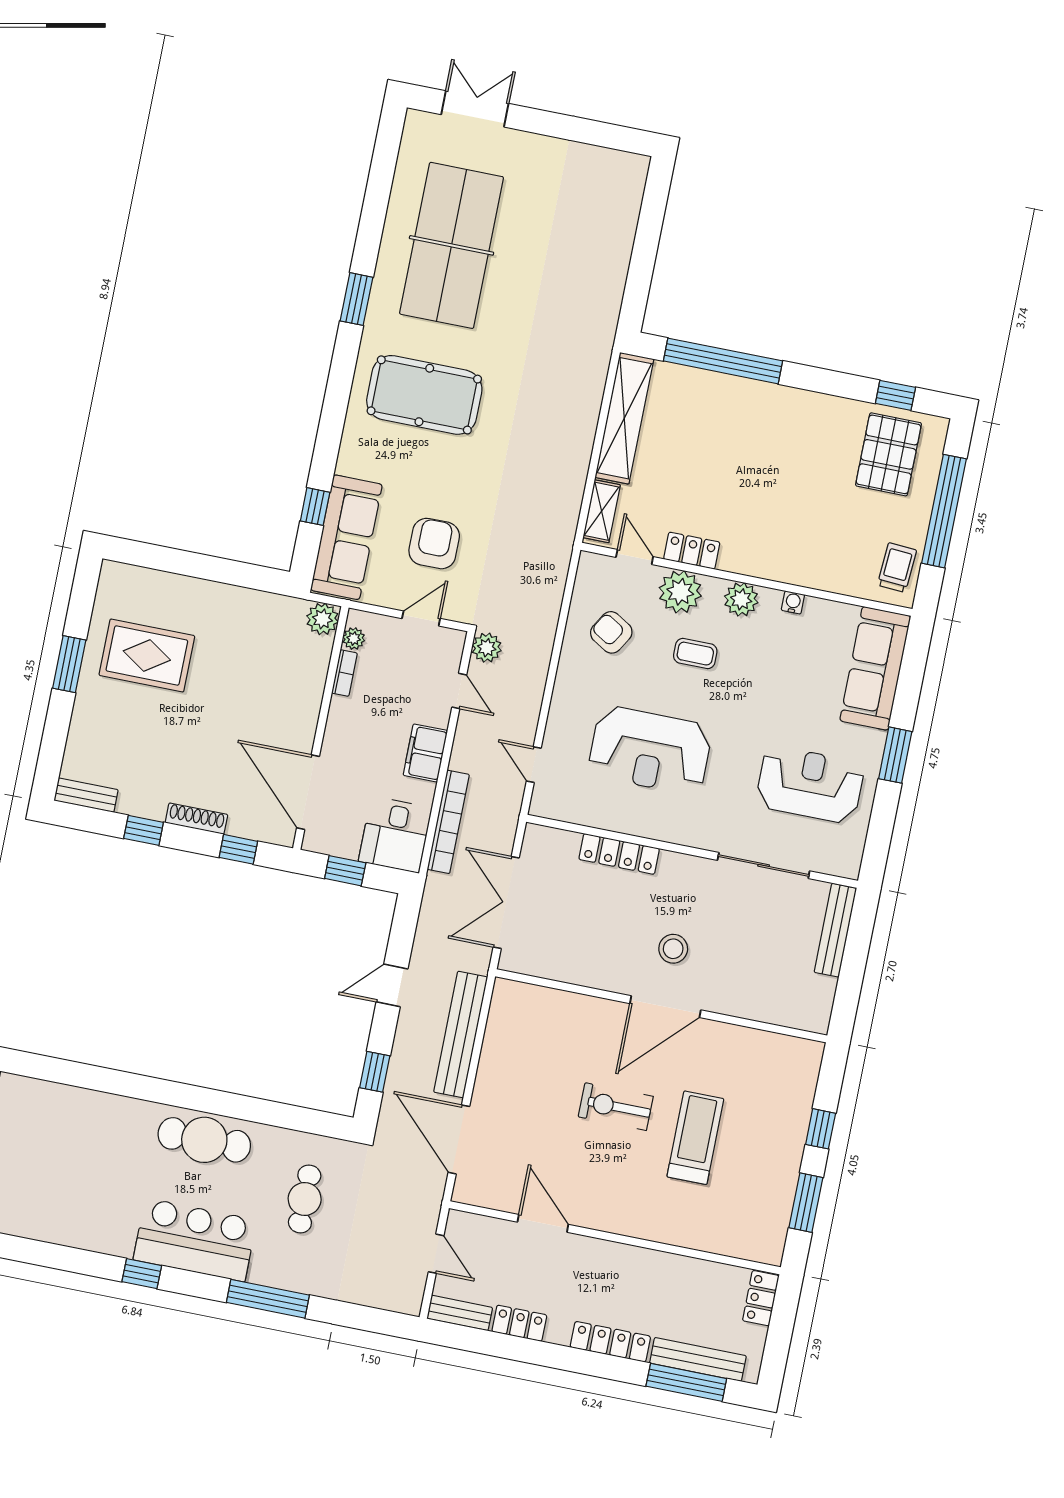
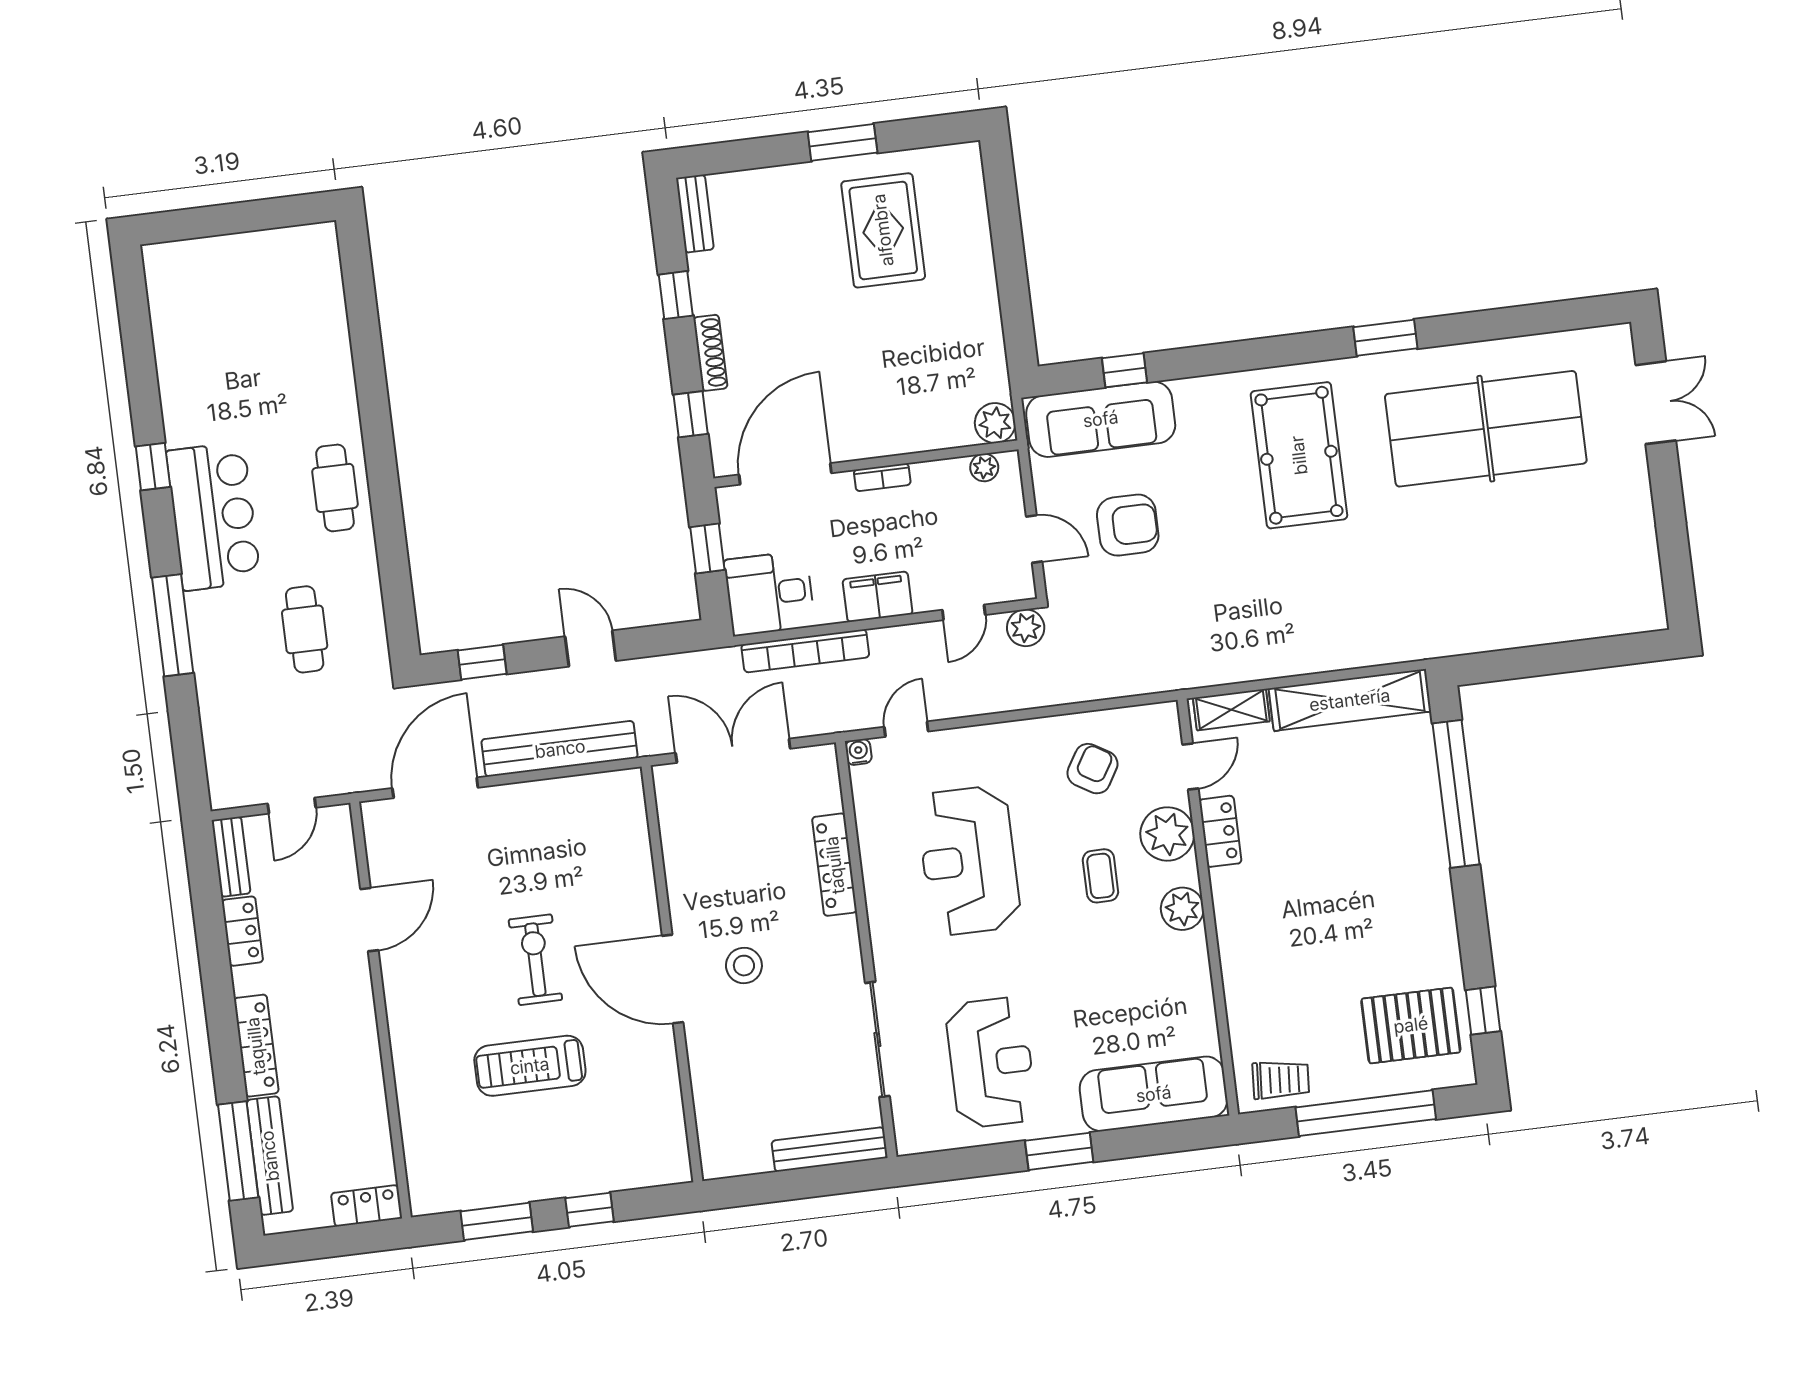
water cooler: (793, 602) -> (858, 752), moved, turned -90
bookcase: (344, 673) -> (882, 477), moved
treadmill: (695, 1138) -> (530, 1066), turned 180
cafe table: (204, 1140) -> (335, 488), width x0.73, depth x0.74
cafe table: (305, 1199) -> (305, 629), turned 90

